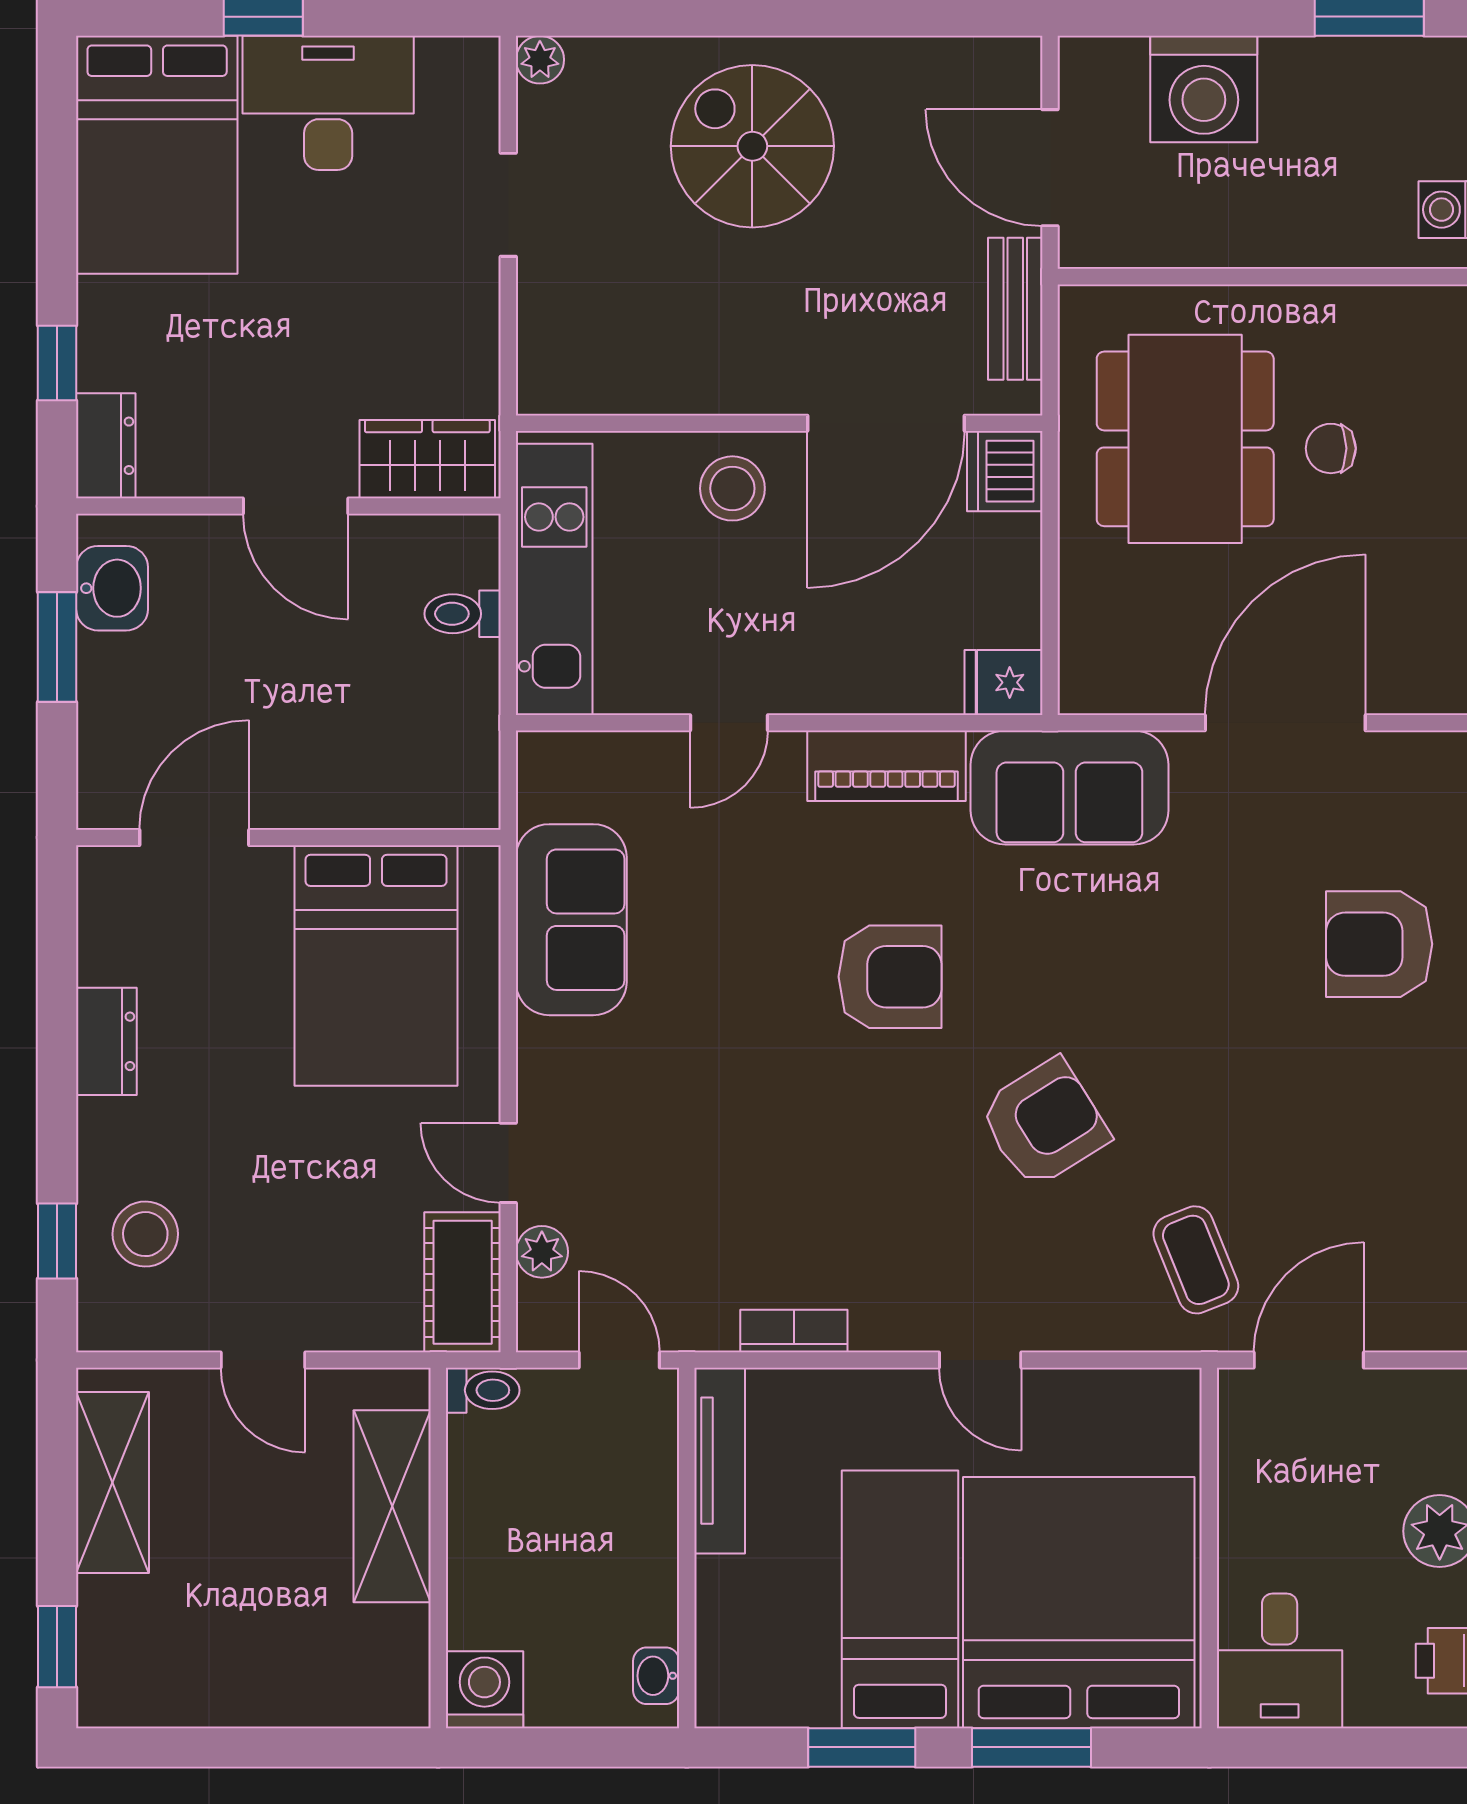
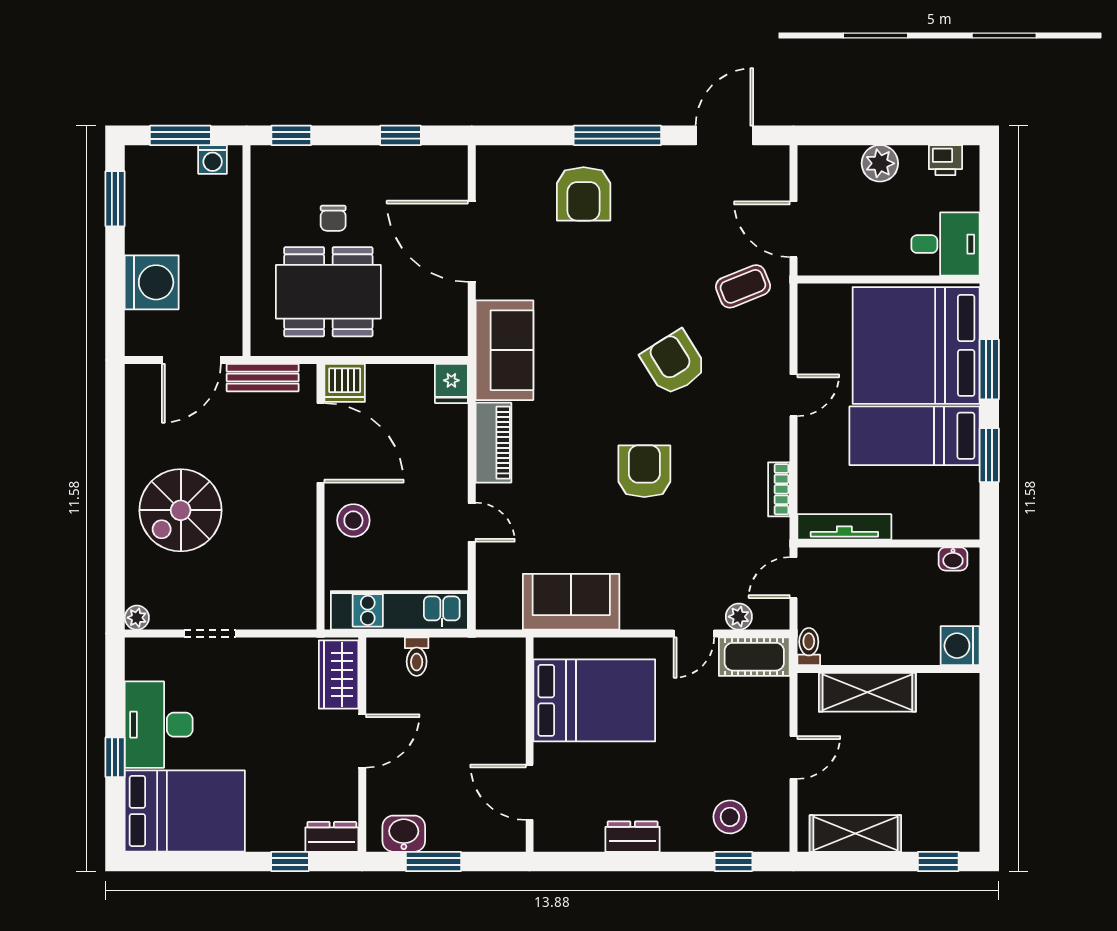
armchair: (890, 977) -> (644, 471), moved

